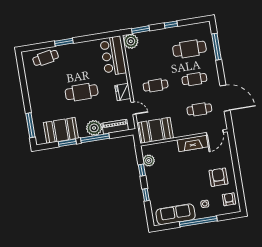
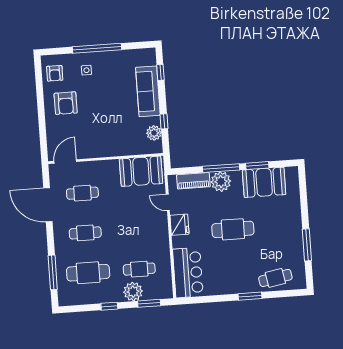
plant: (131, 41) -> (133, 292), moved
cafe table: (156, 85) -> (139, 269), moved
window: (30, 125) -> (307, 245), moved
fireplace: (193, 143) -> (95, 150), removed
window: (146, 195) -> (160, 72), moved
sofa: (176, 214) -> (148, 91), moved, turned 90

